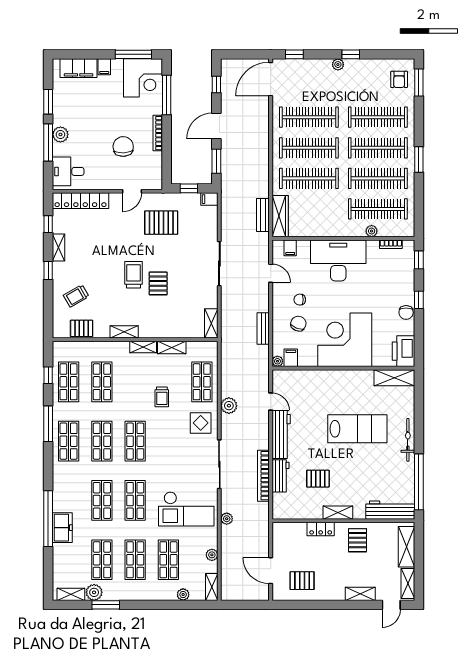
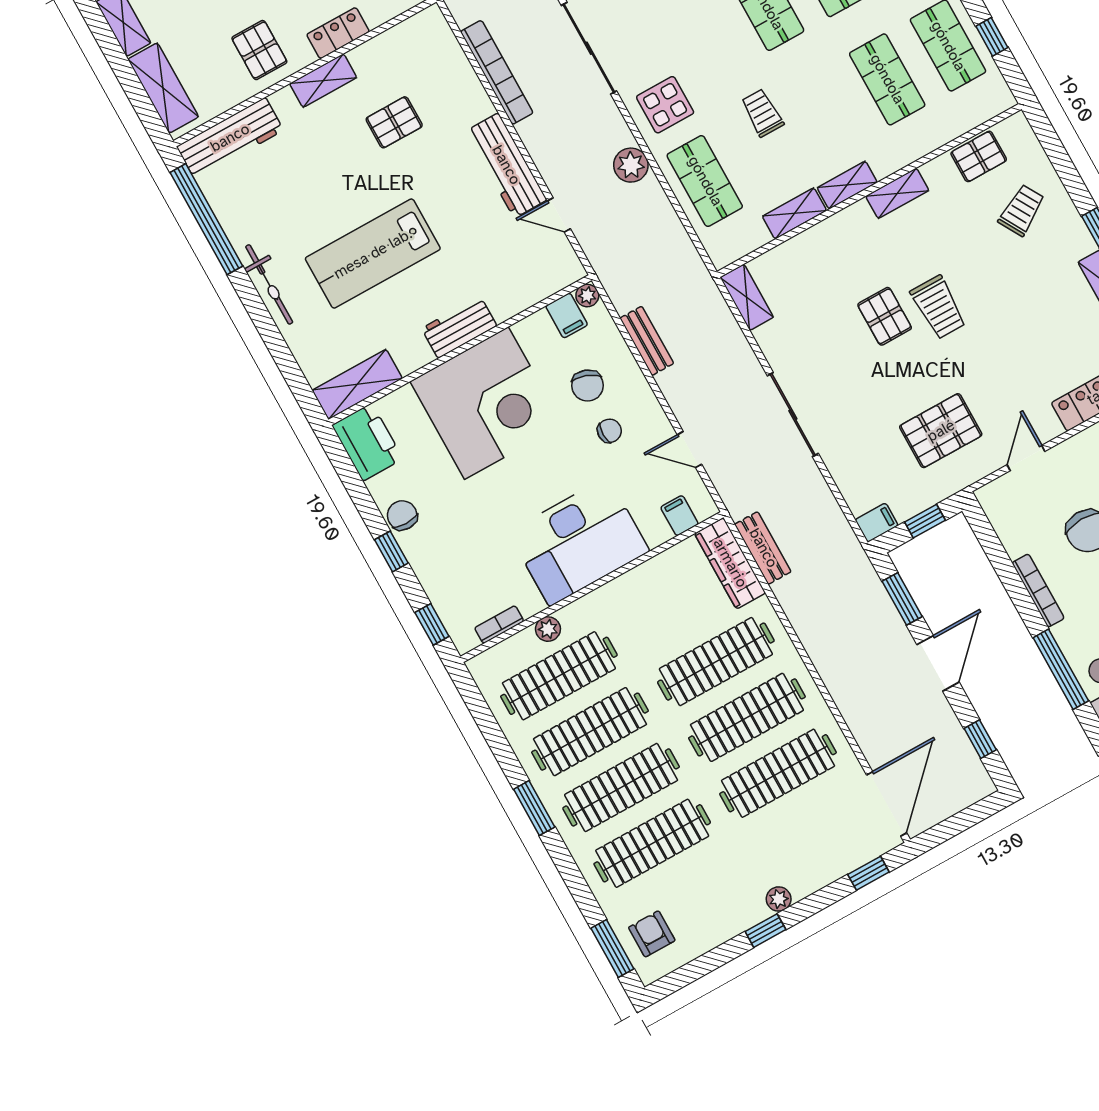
workbench: (280, 476) -> (459, 327), moved, turned 90

